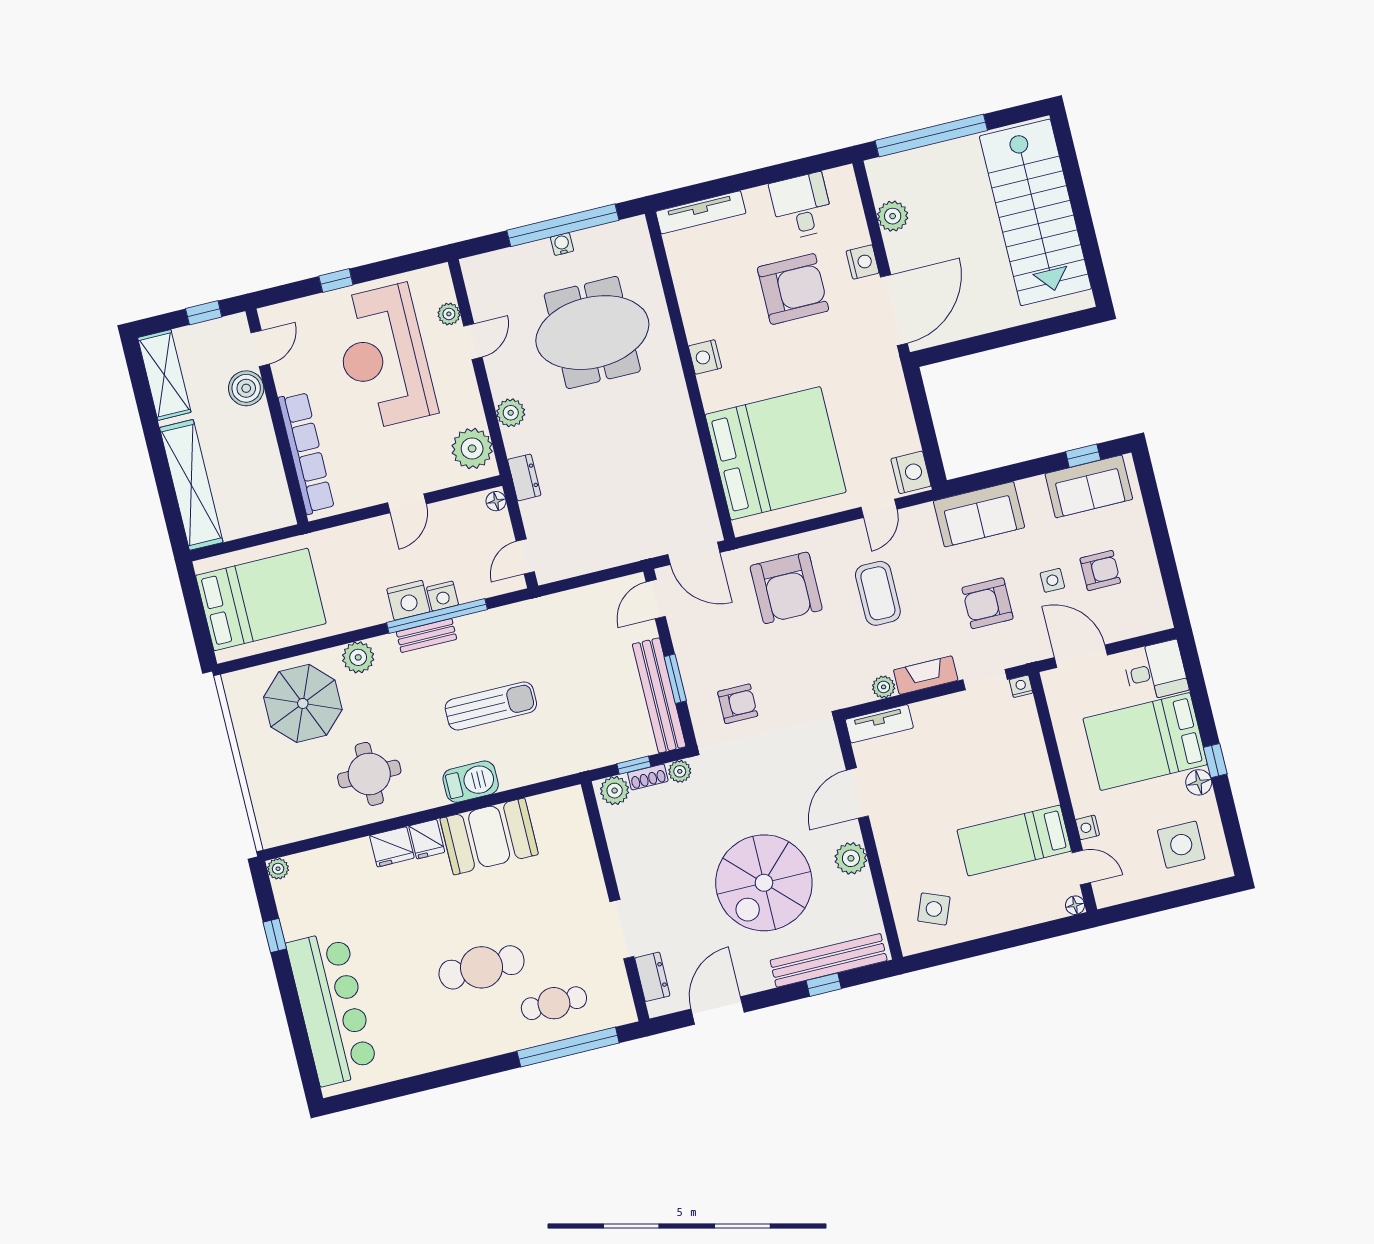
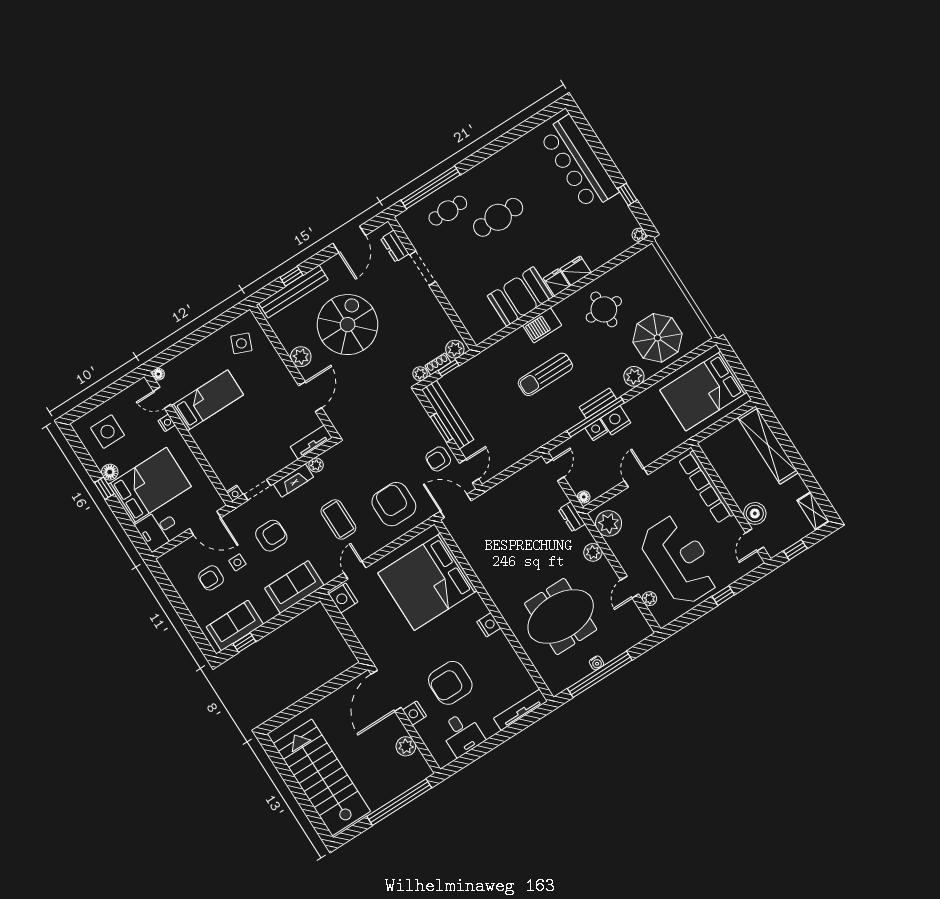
shelving: (164, 375) -> (813, 511), width x0.67, depth x0.75
armchair: (738, 704) -> (438, 459), moved

